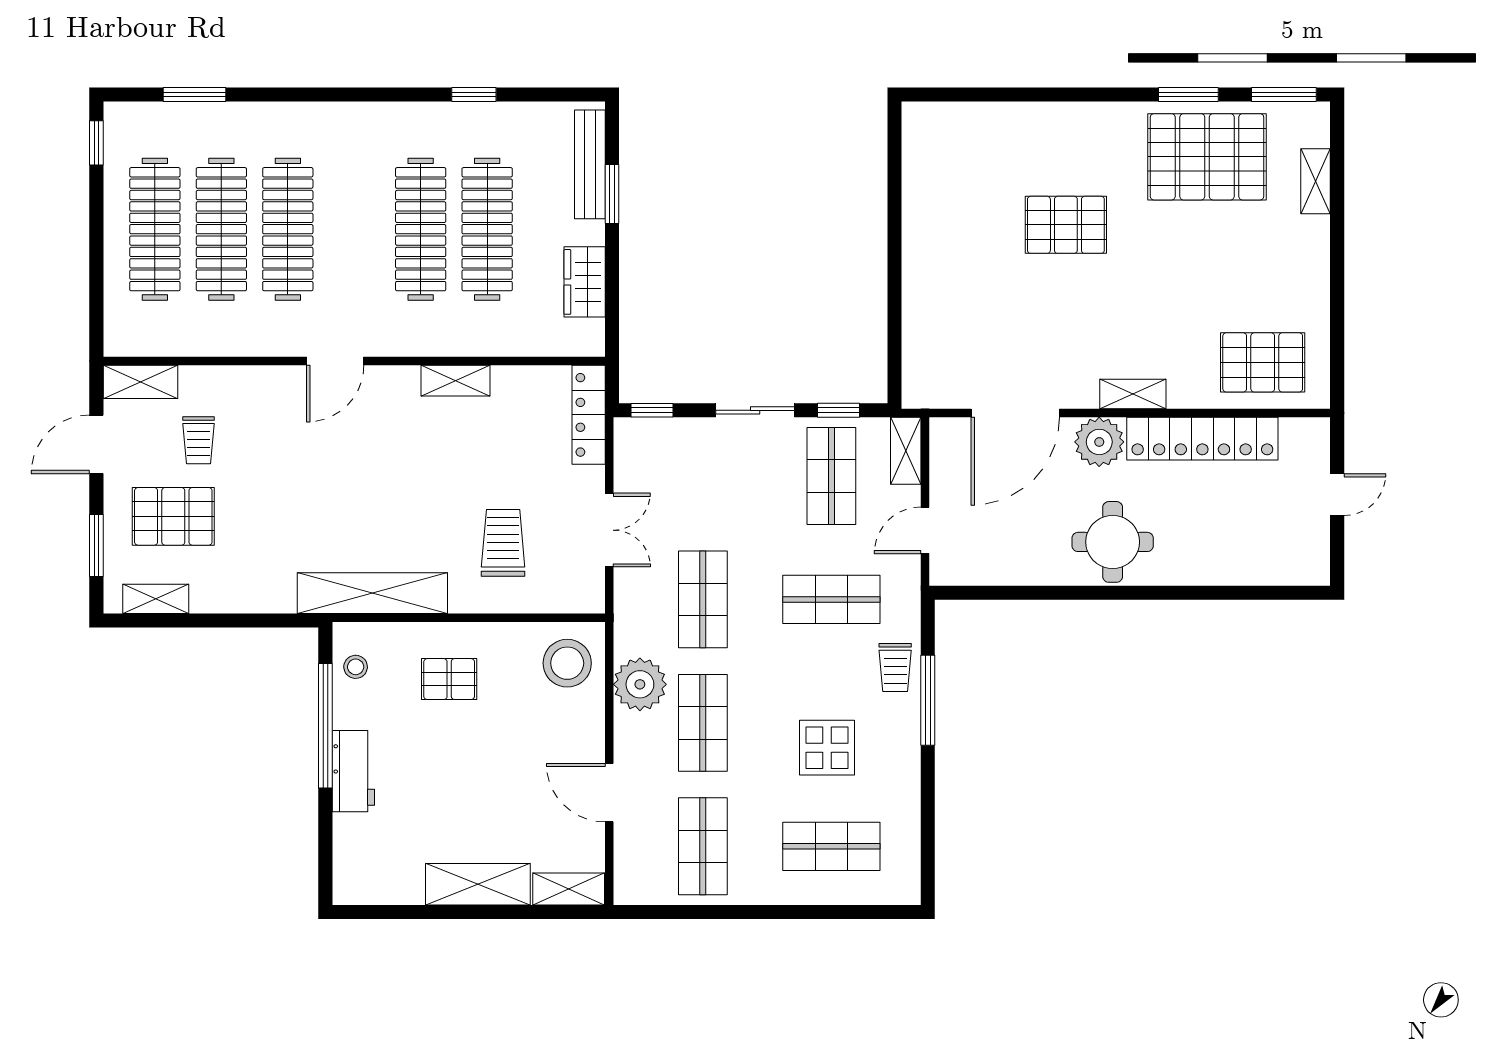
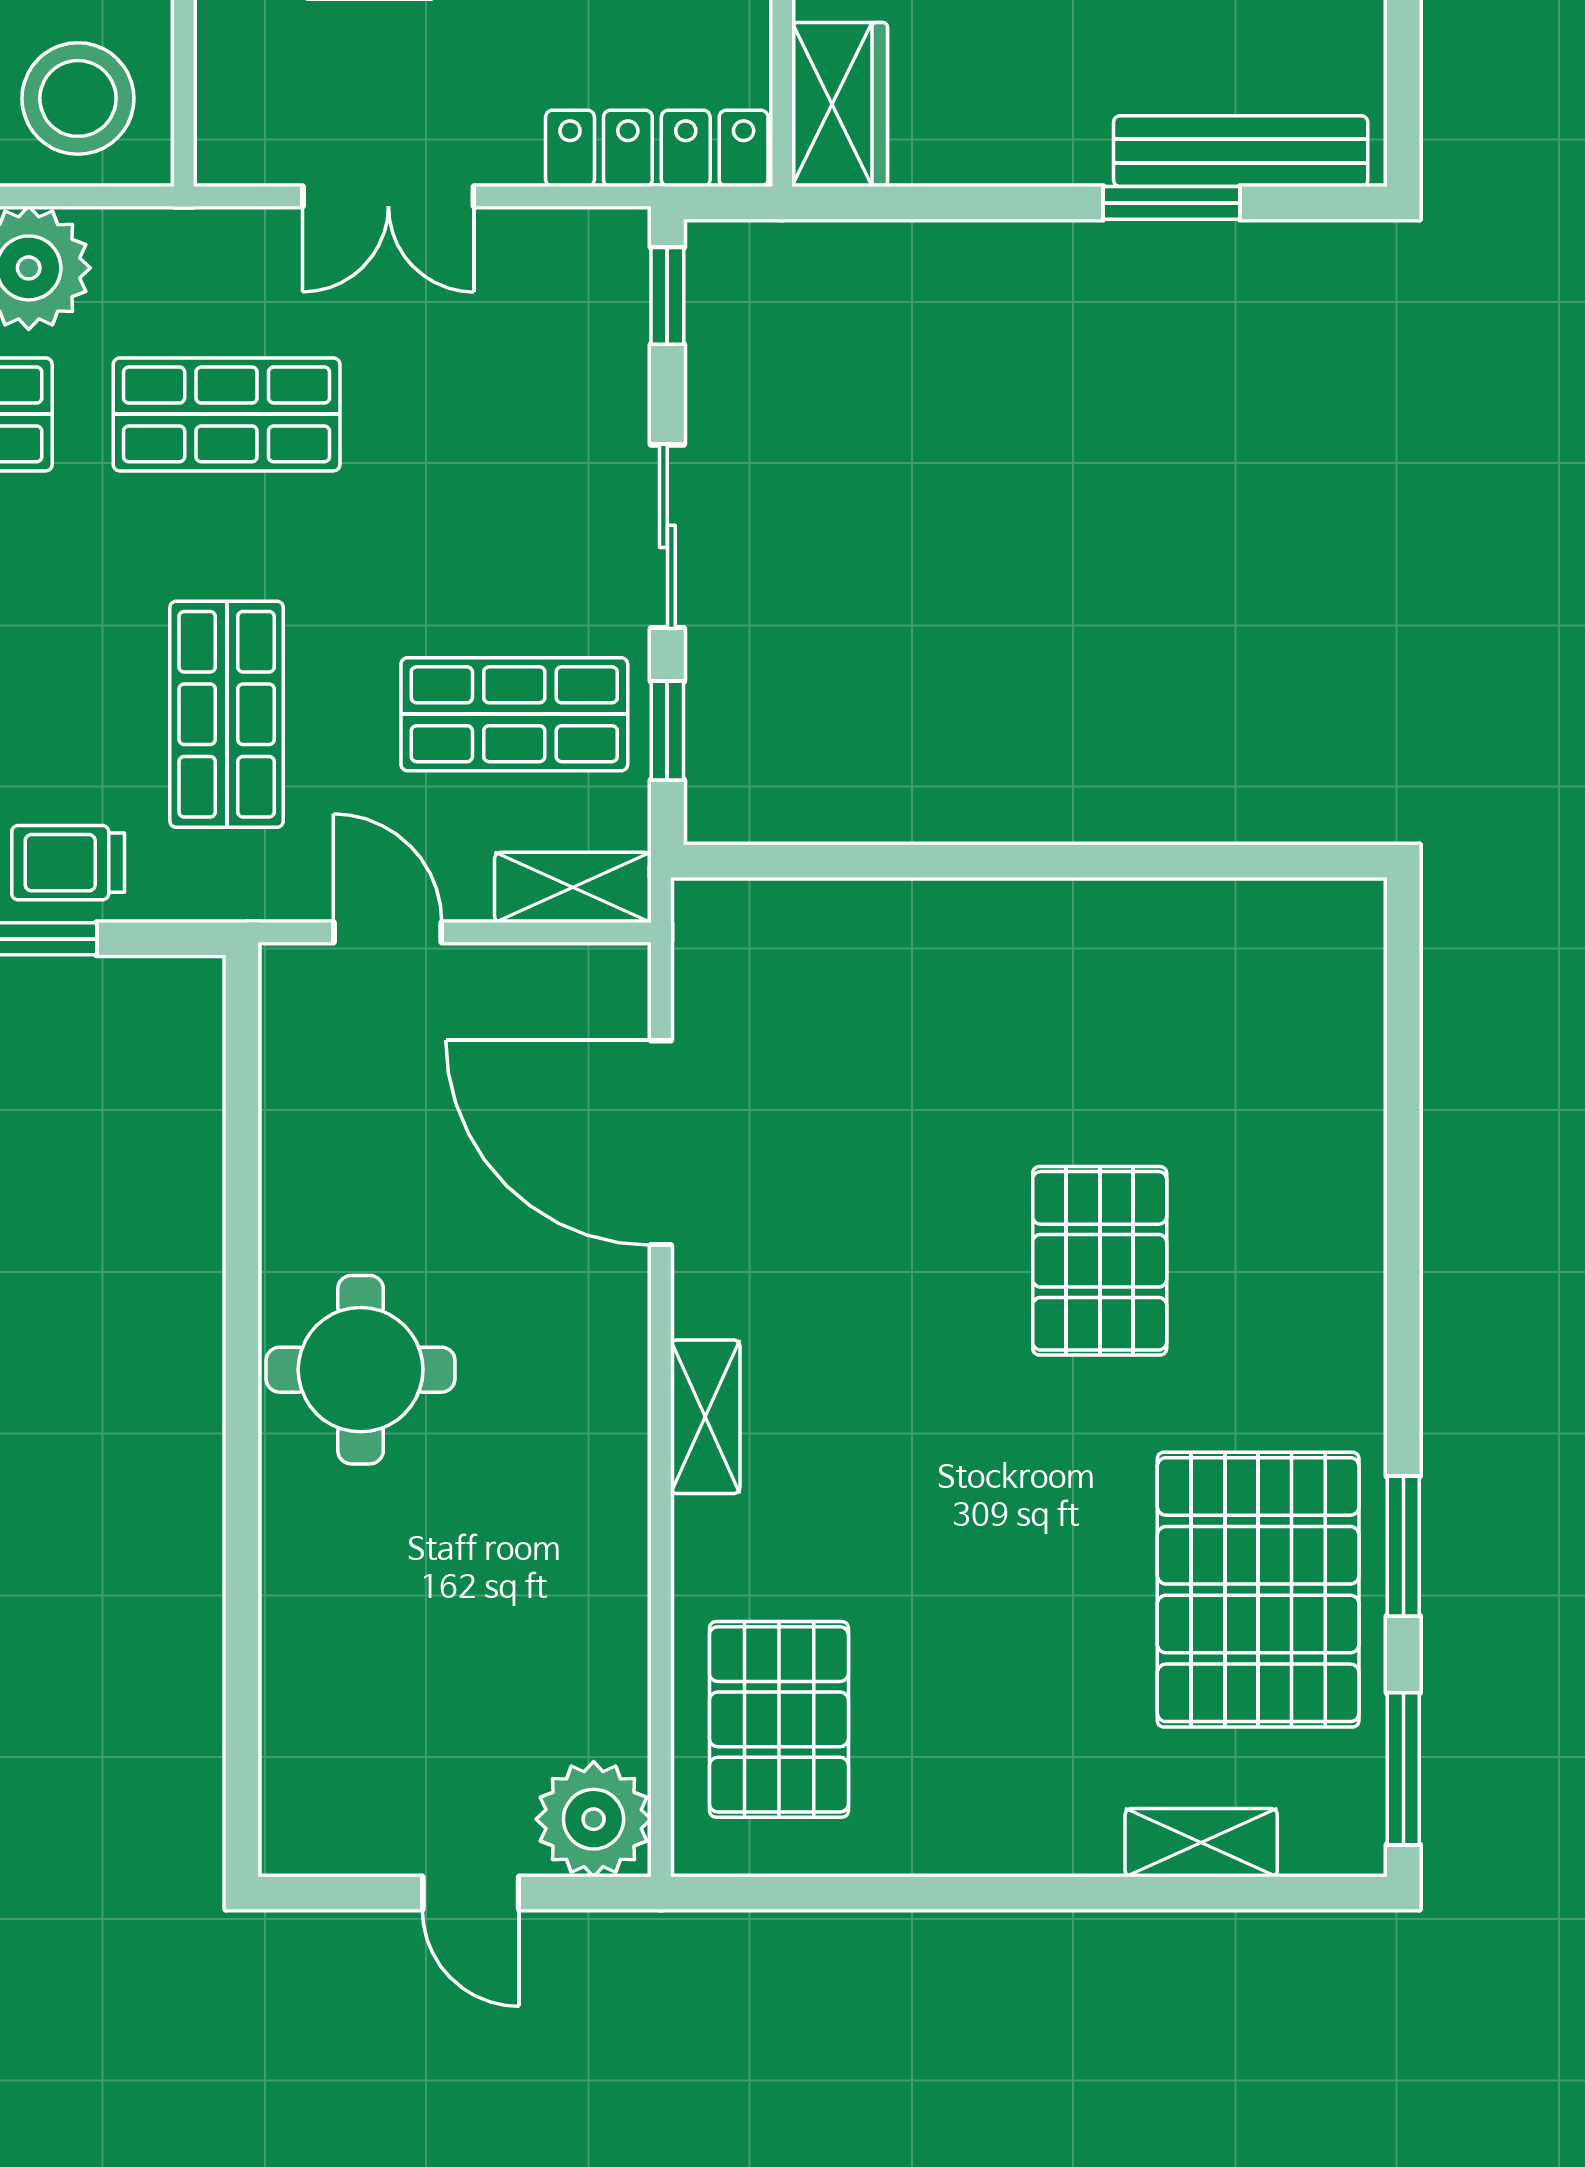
wardrobe: (585, 282) -> (840, 104), moved, turned 90
locker: (1202, 439) -> (601, 1579), removed
plant: (1099, 442) -> (594, 1819), moved

